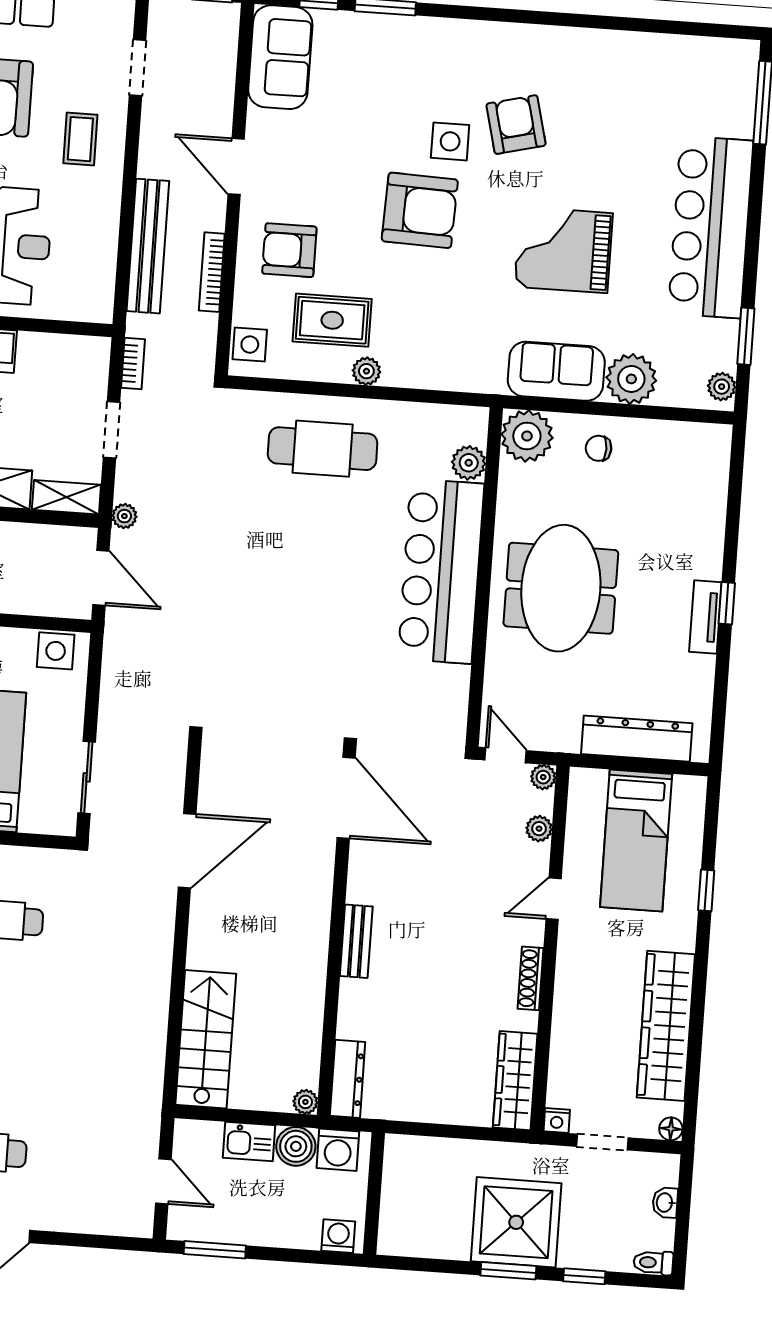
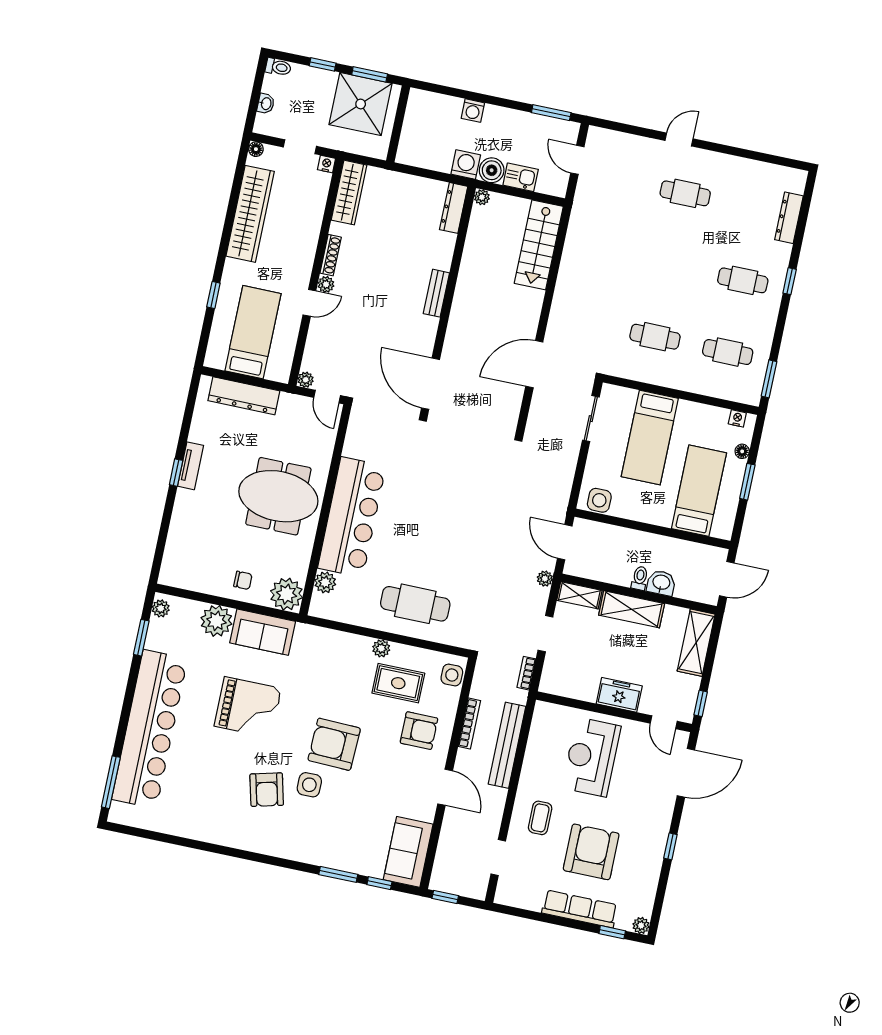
bar counter: (711, 227) -> (150, 729), width x1.36
meeting table: (561, 588) -> (278, 496), turned 90
plant: (539, 829) -> (326, 284), moved
wall: (374, 1193) -> (398, 124), moved

